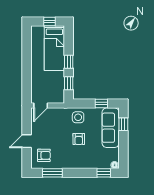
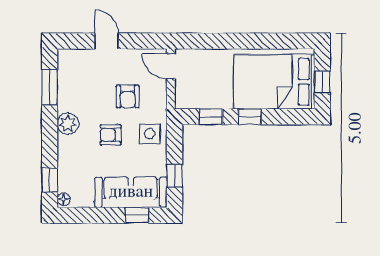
bed: (54, 48) -> (274, 82), width x1.50
armchair: (44, 155) -> (128, 96), moved
plant: (72, 163) -> (68, 123), added

